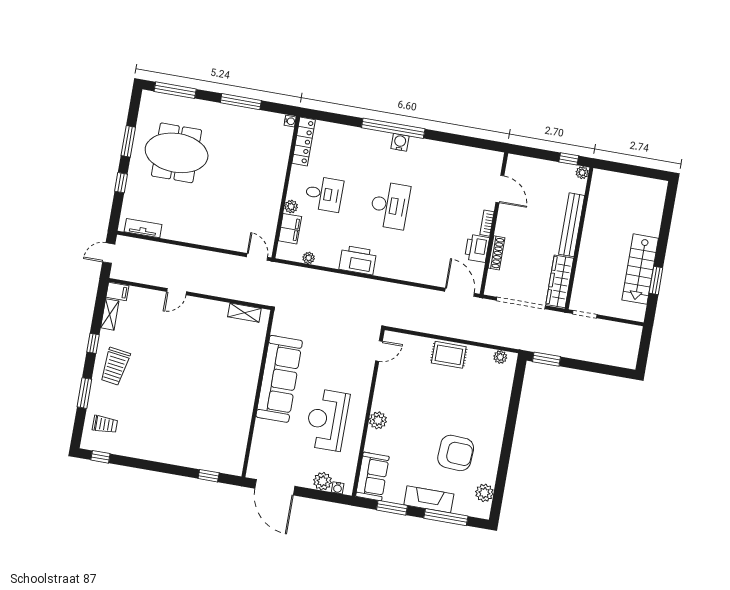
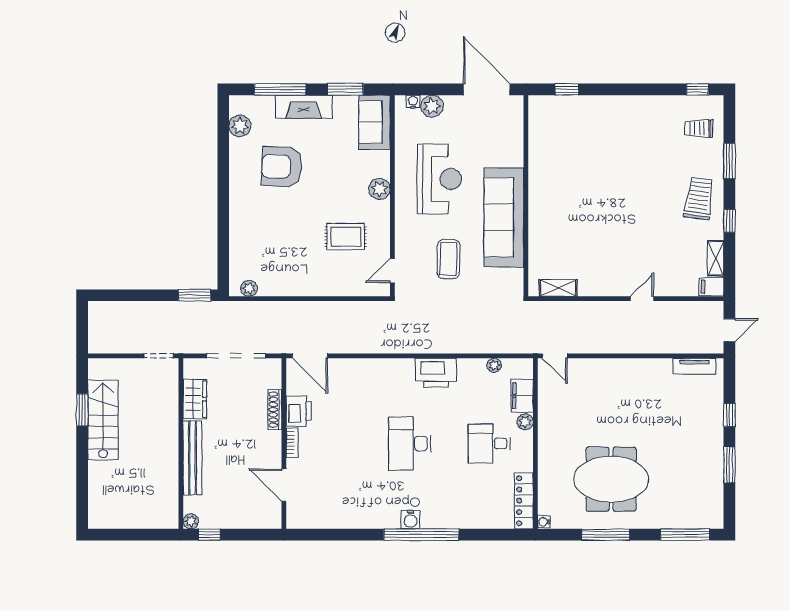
meeting table: (177, 153) -> (611, 479), moved
wardrobe: (560, 281) -> (195, 399), width x0.67
coffee table: (331, 352) -> (449, 259), added
rug: (449, 355) -> (346, 237), moved

